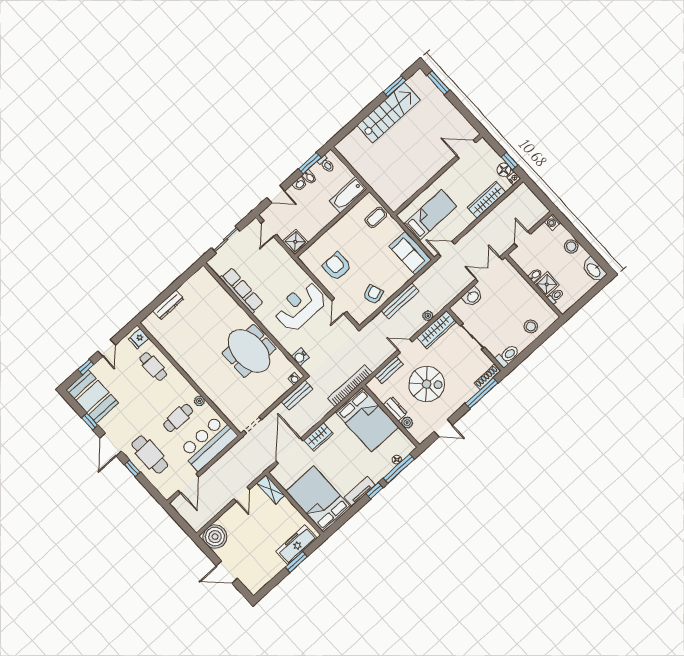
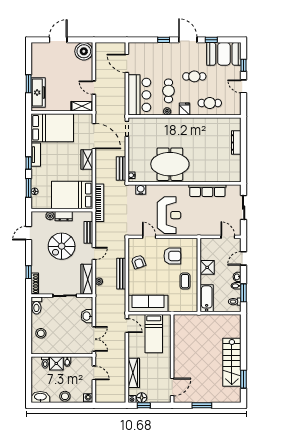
window: (438, 83) -> (202, 405), moved
coffee table: (376, 217) -> (185, 281), moved
shower: (295, 242) -> (207, 267), moved
door: (446, 249) -> (127, 326), hinge flipped
sofa: (410, 253) -> (148, 303), width x1.36
fridge: (139, 339) -> (185, 109), moved
window: (482, 393) -> (29, 272), width x0.46
cafe table: (150, 455) -> (194, 76), moved, width x0.73, depth x0.74
window: (399, 469) -> (29, 188), width x0.69

